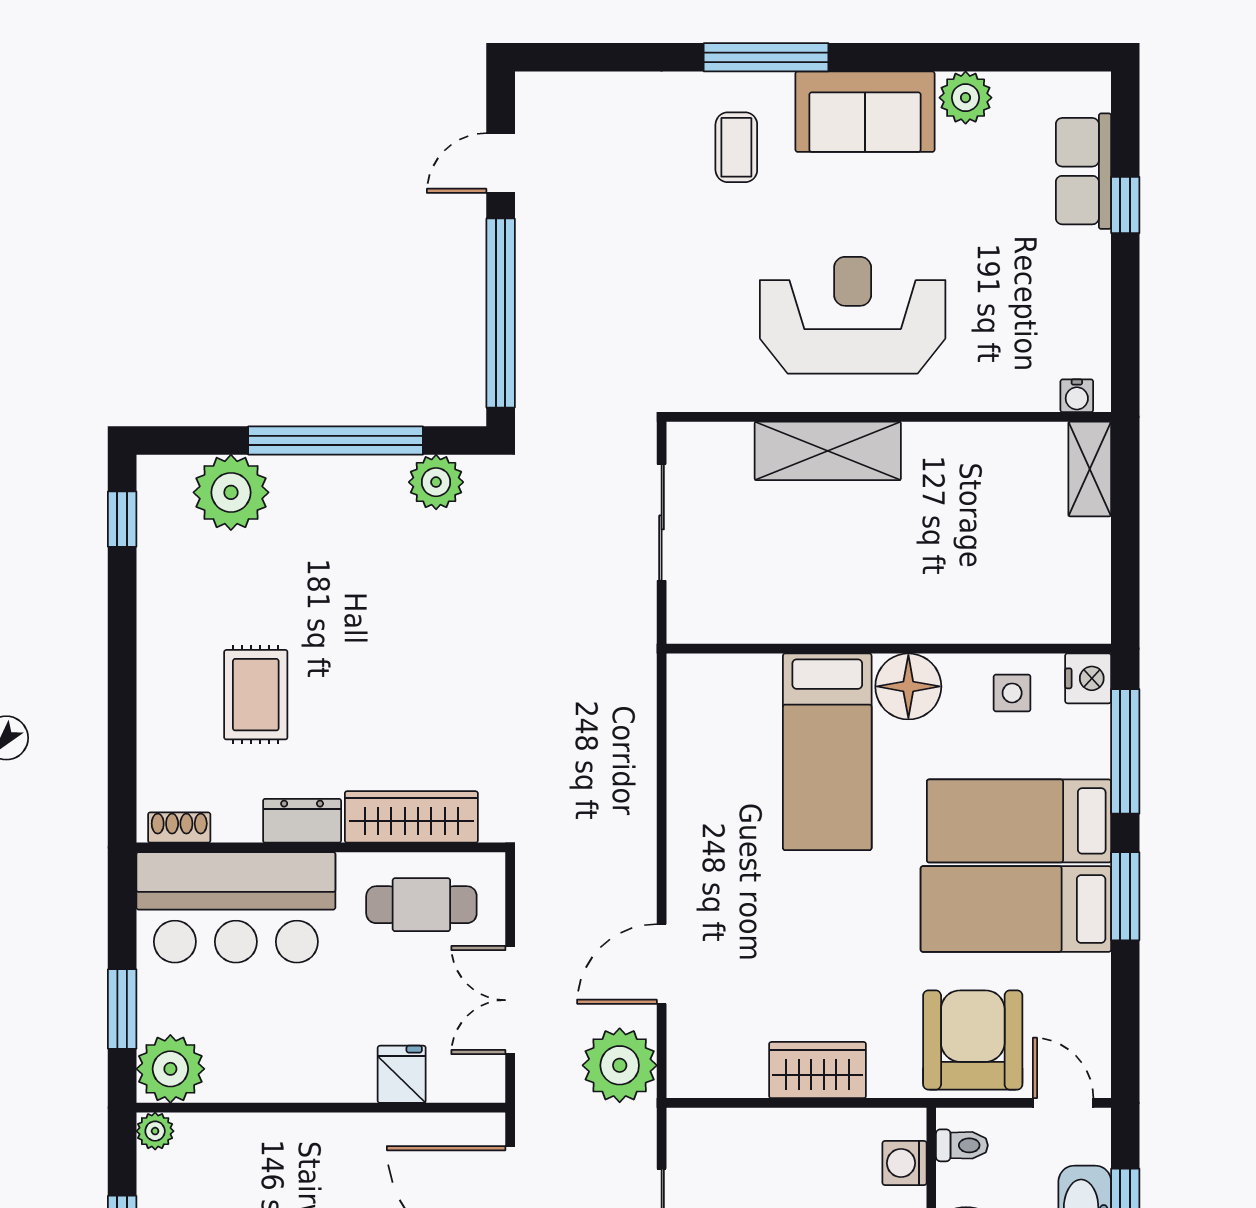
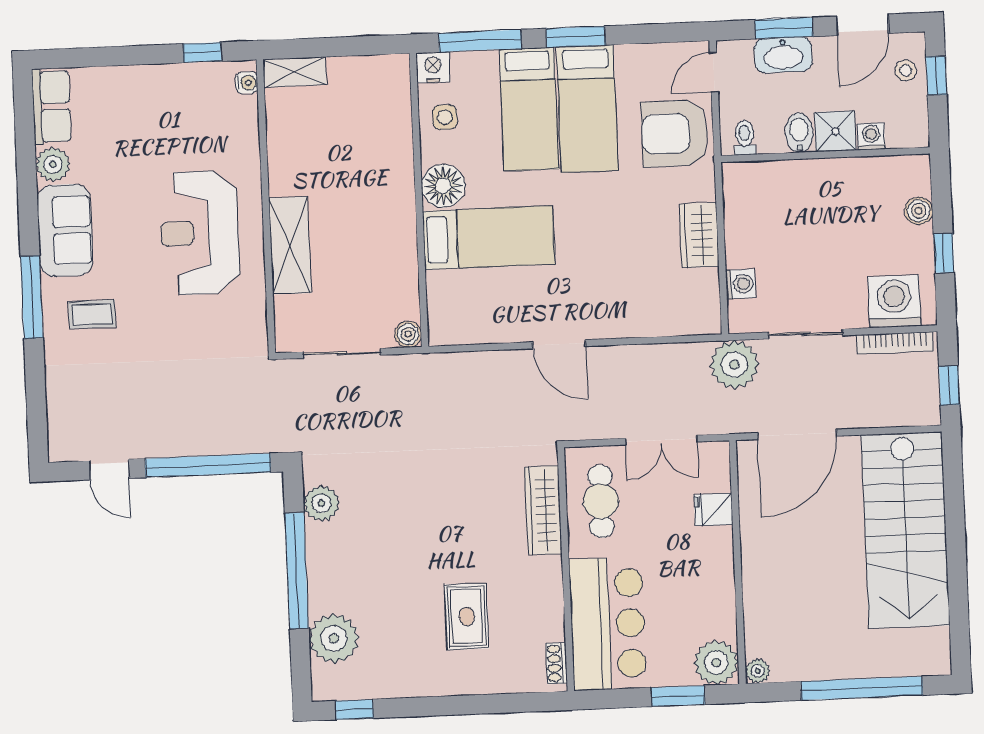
row of seats: (1083, 171) -> (51, 106), moved, turned -90
window: (1125, 205) -> (202, 52), moved
boiler: (686, 624) -> (408, 334), added
rug: (256, 695) -> (467, 616), turned 90
dresser: (302, 821) -> (549, 582), removed
door: (662, 964) -> (559, 344), moved
plant: (620, 1065) -> (734, 365), moved
washing machine: (904, 1163) -> (740, 284), moved, turned -90

